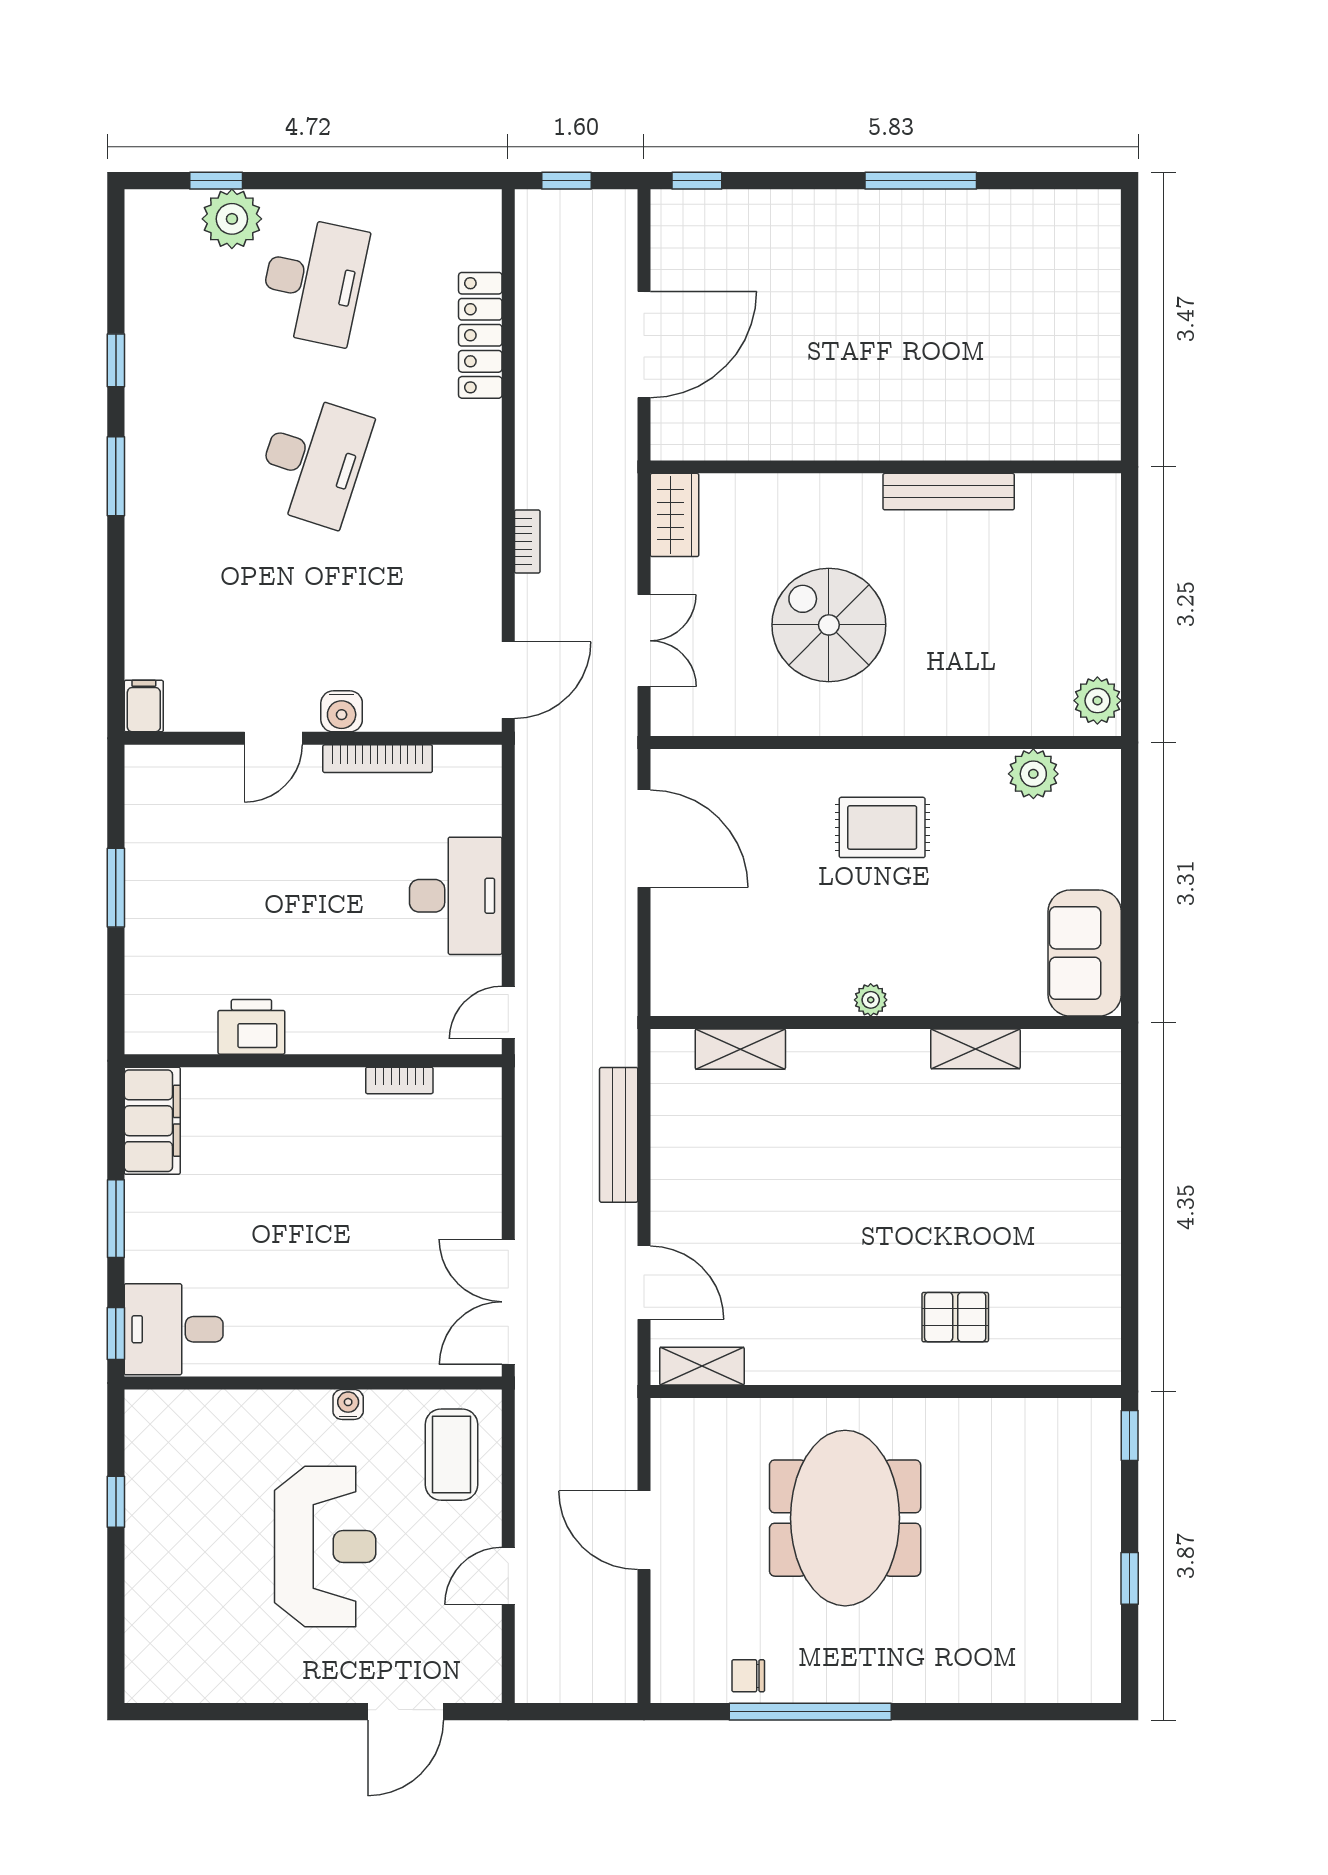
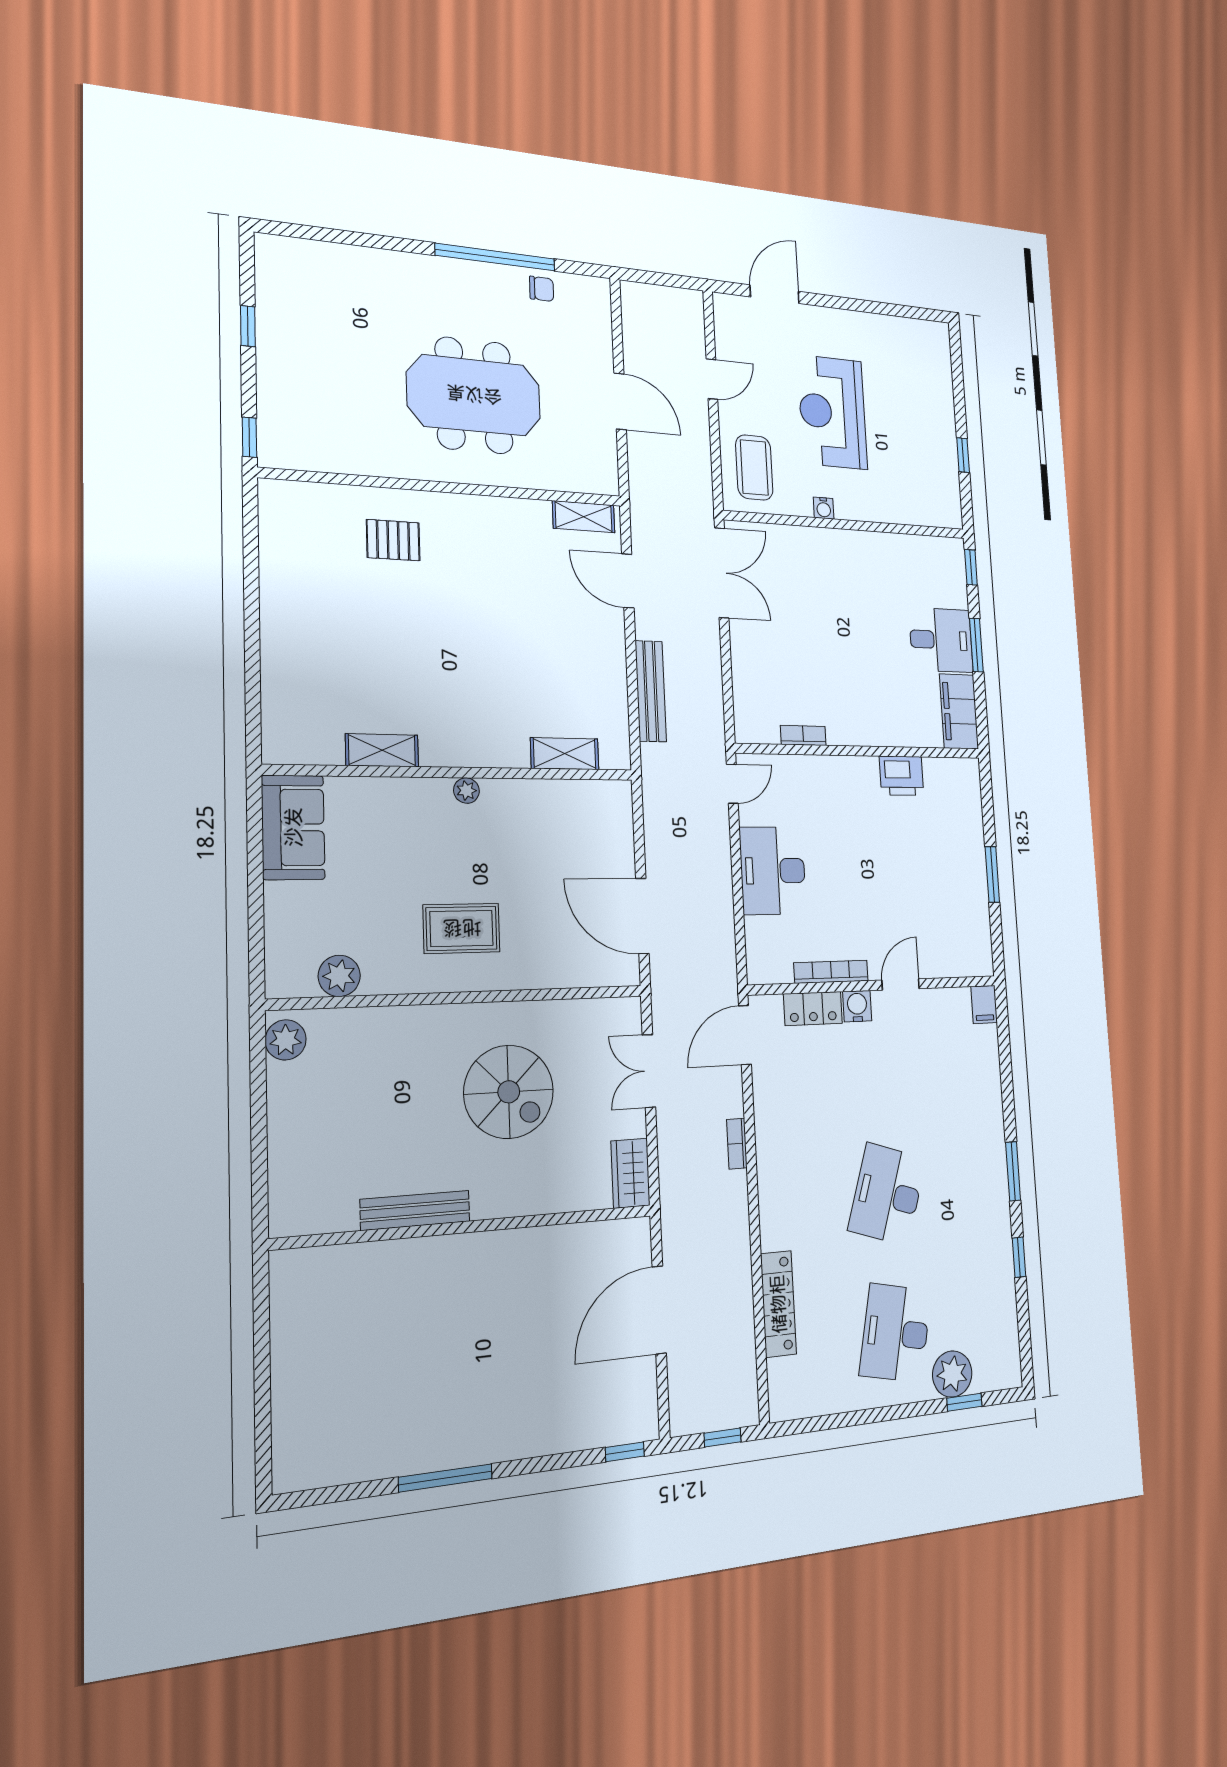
locker: (408, 711) -> (813, 1009), added
desk: (174, 1329) -> (941, 640), moved
meeting table: (845, 1518) -> (474, 395), turned 90

